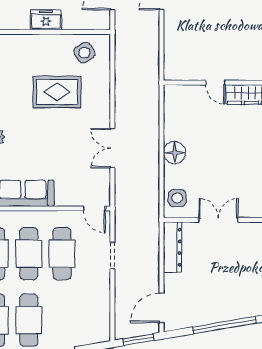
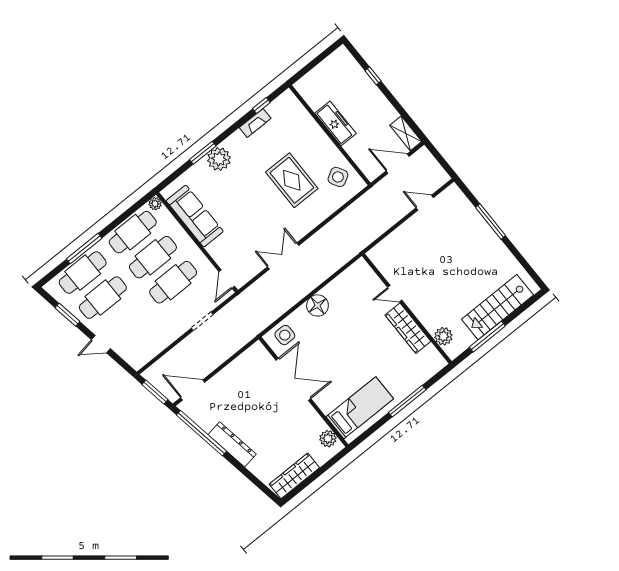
freezer: (46, 20) -> (335, 123), width x1.40
door: (215, 83) -> (395, 294), hinge flipped
double door: (218, 220) -> (293, 379), width x1.37
dresser: (173, 247) -> (232, 444), moved, turned -100
window: (225, 325) -> (201, 433), moved

